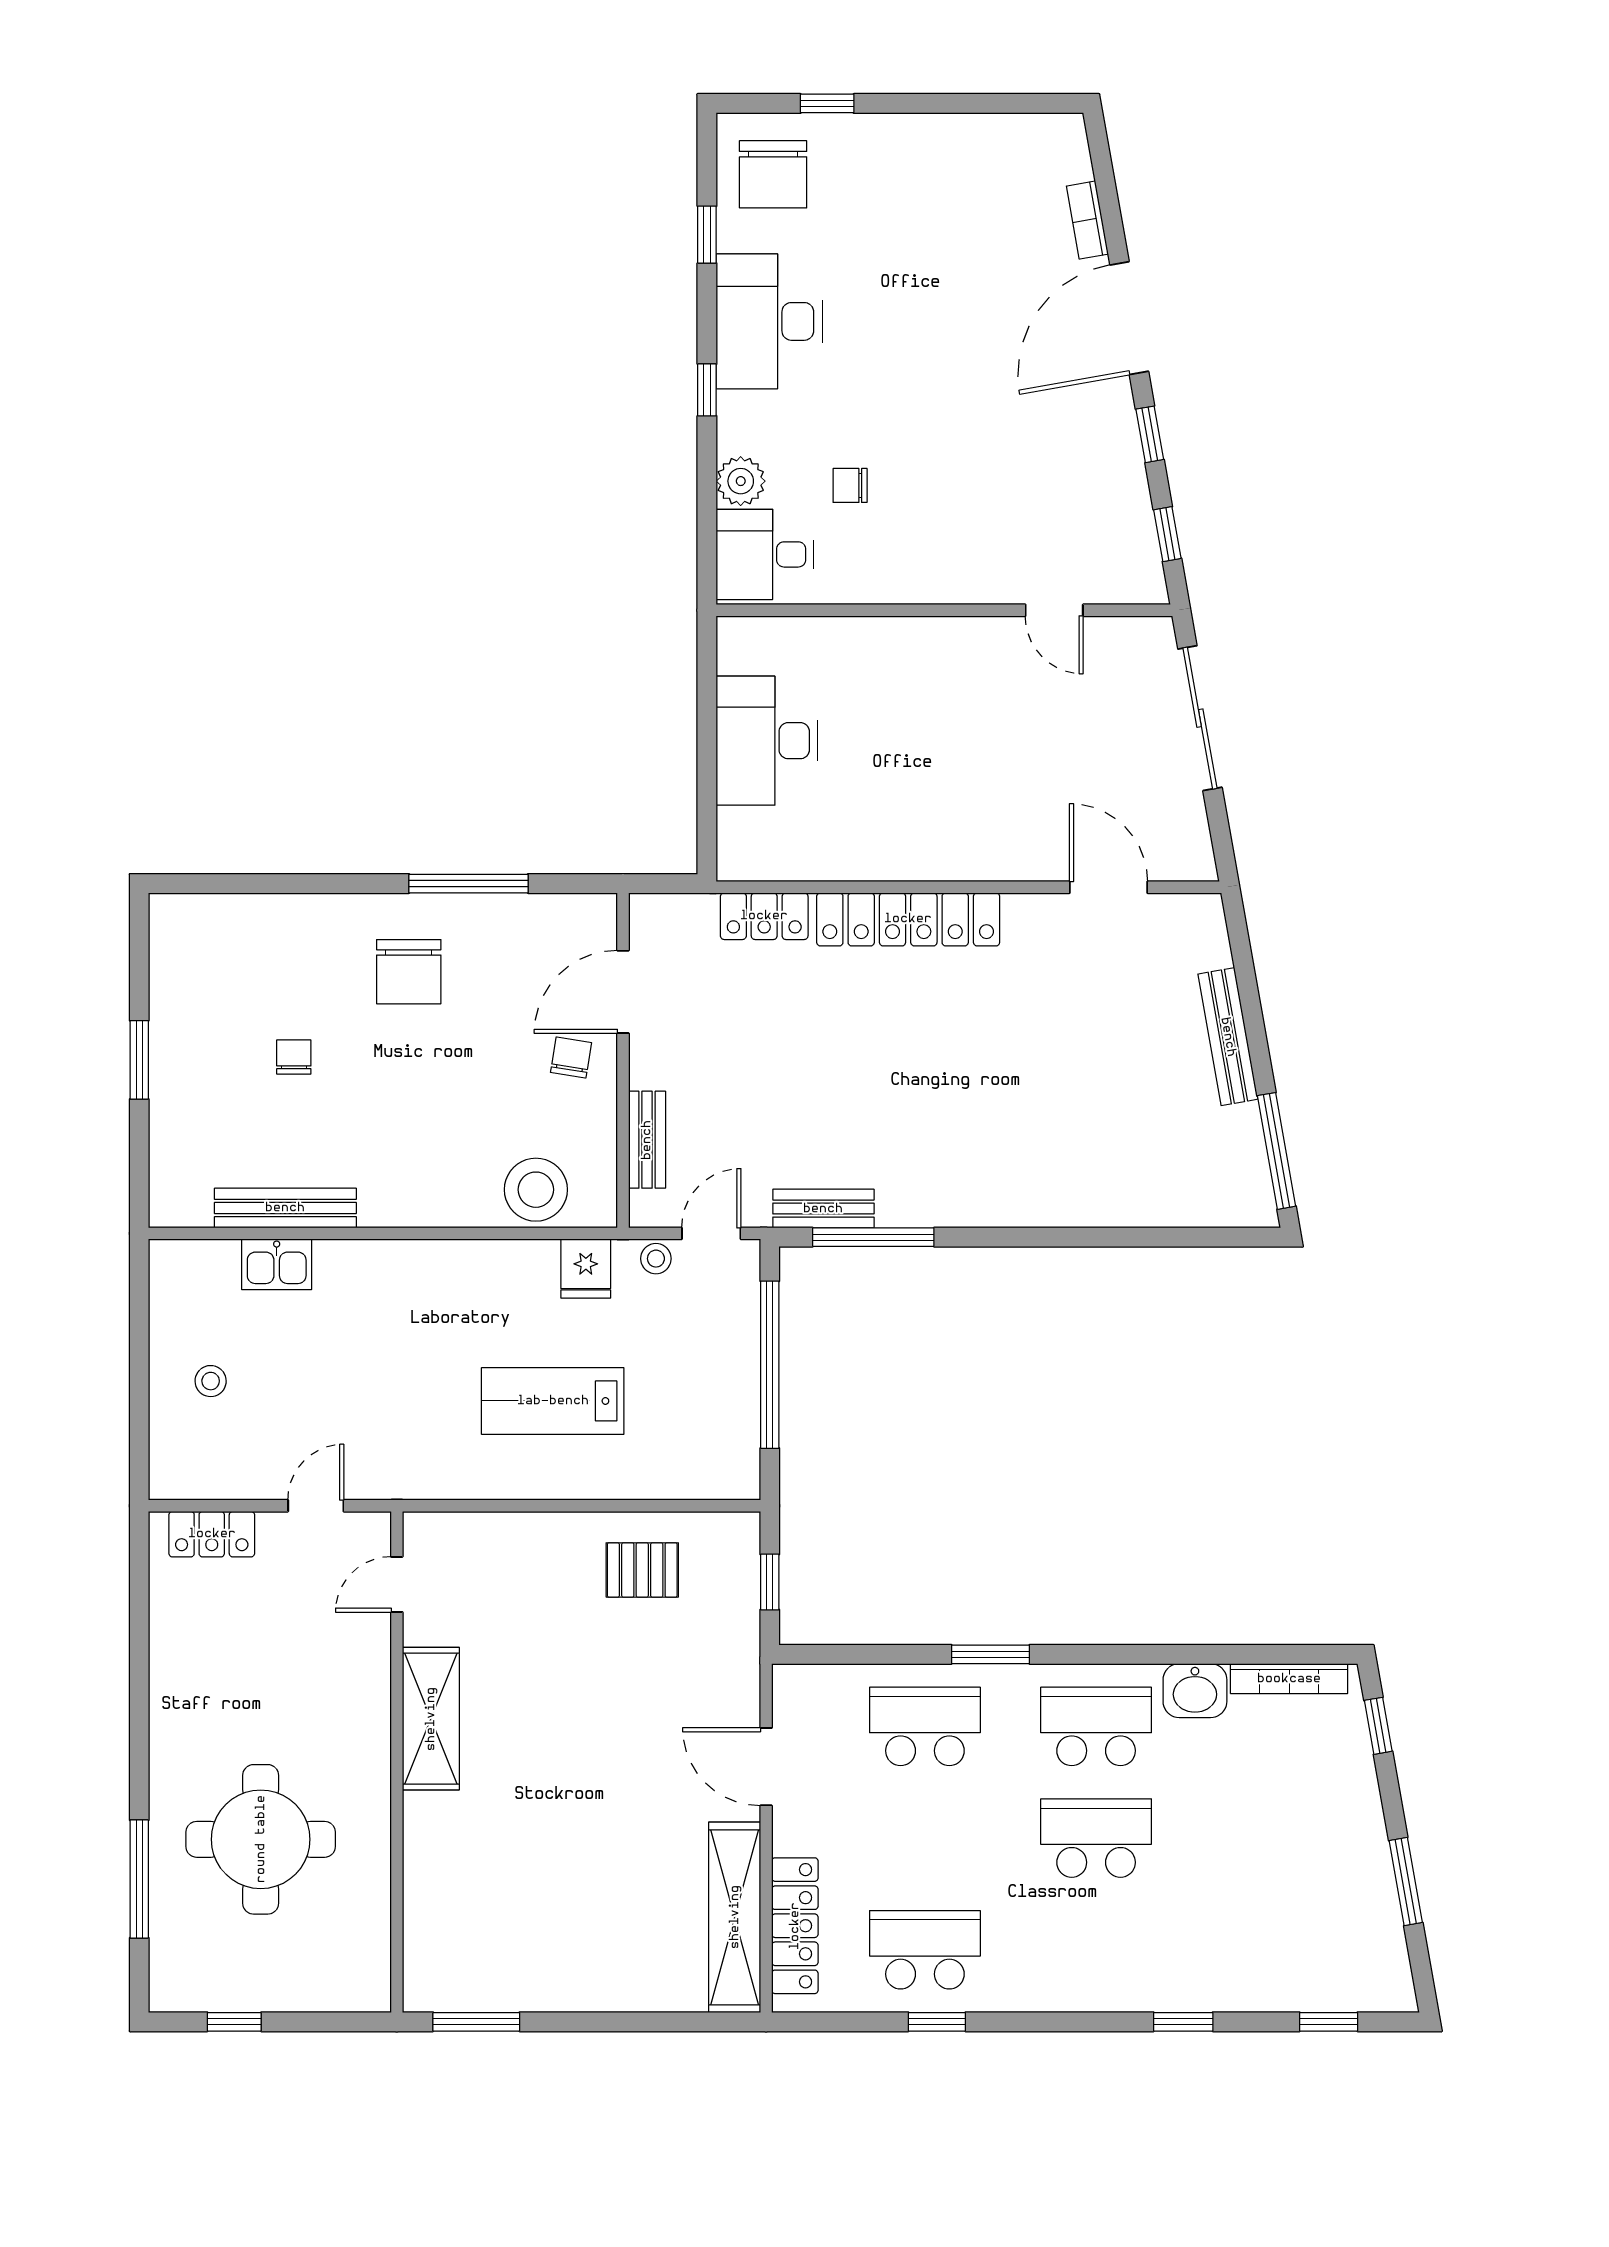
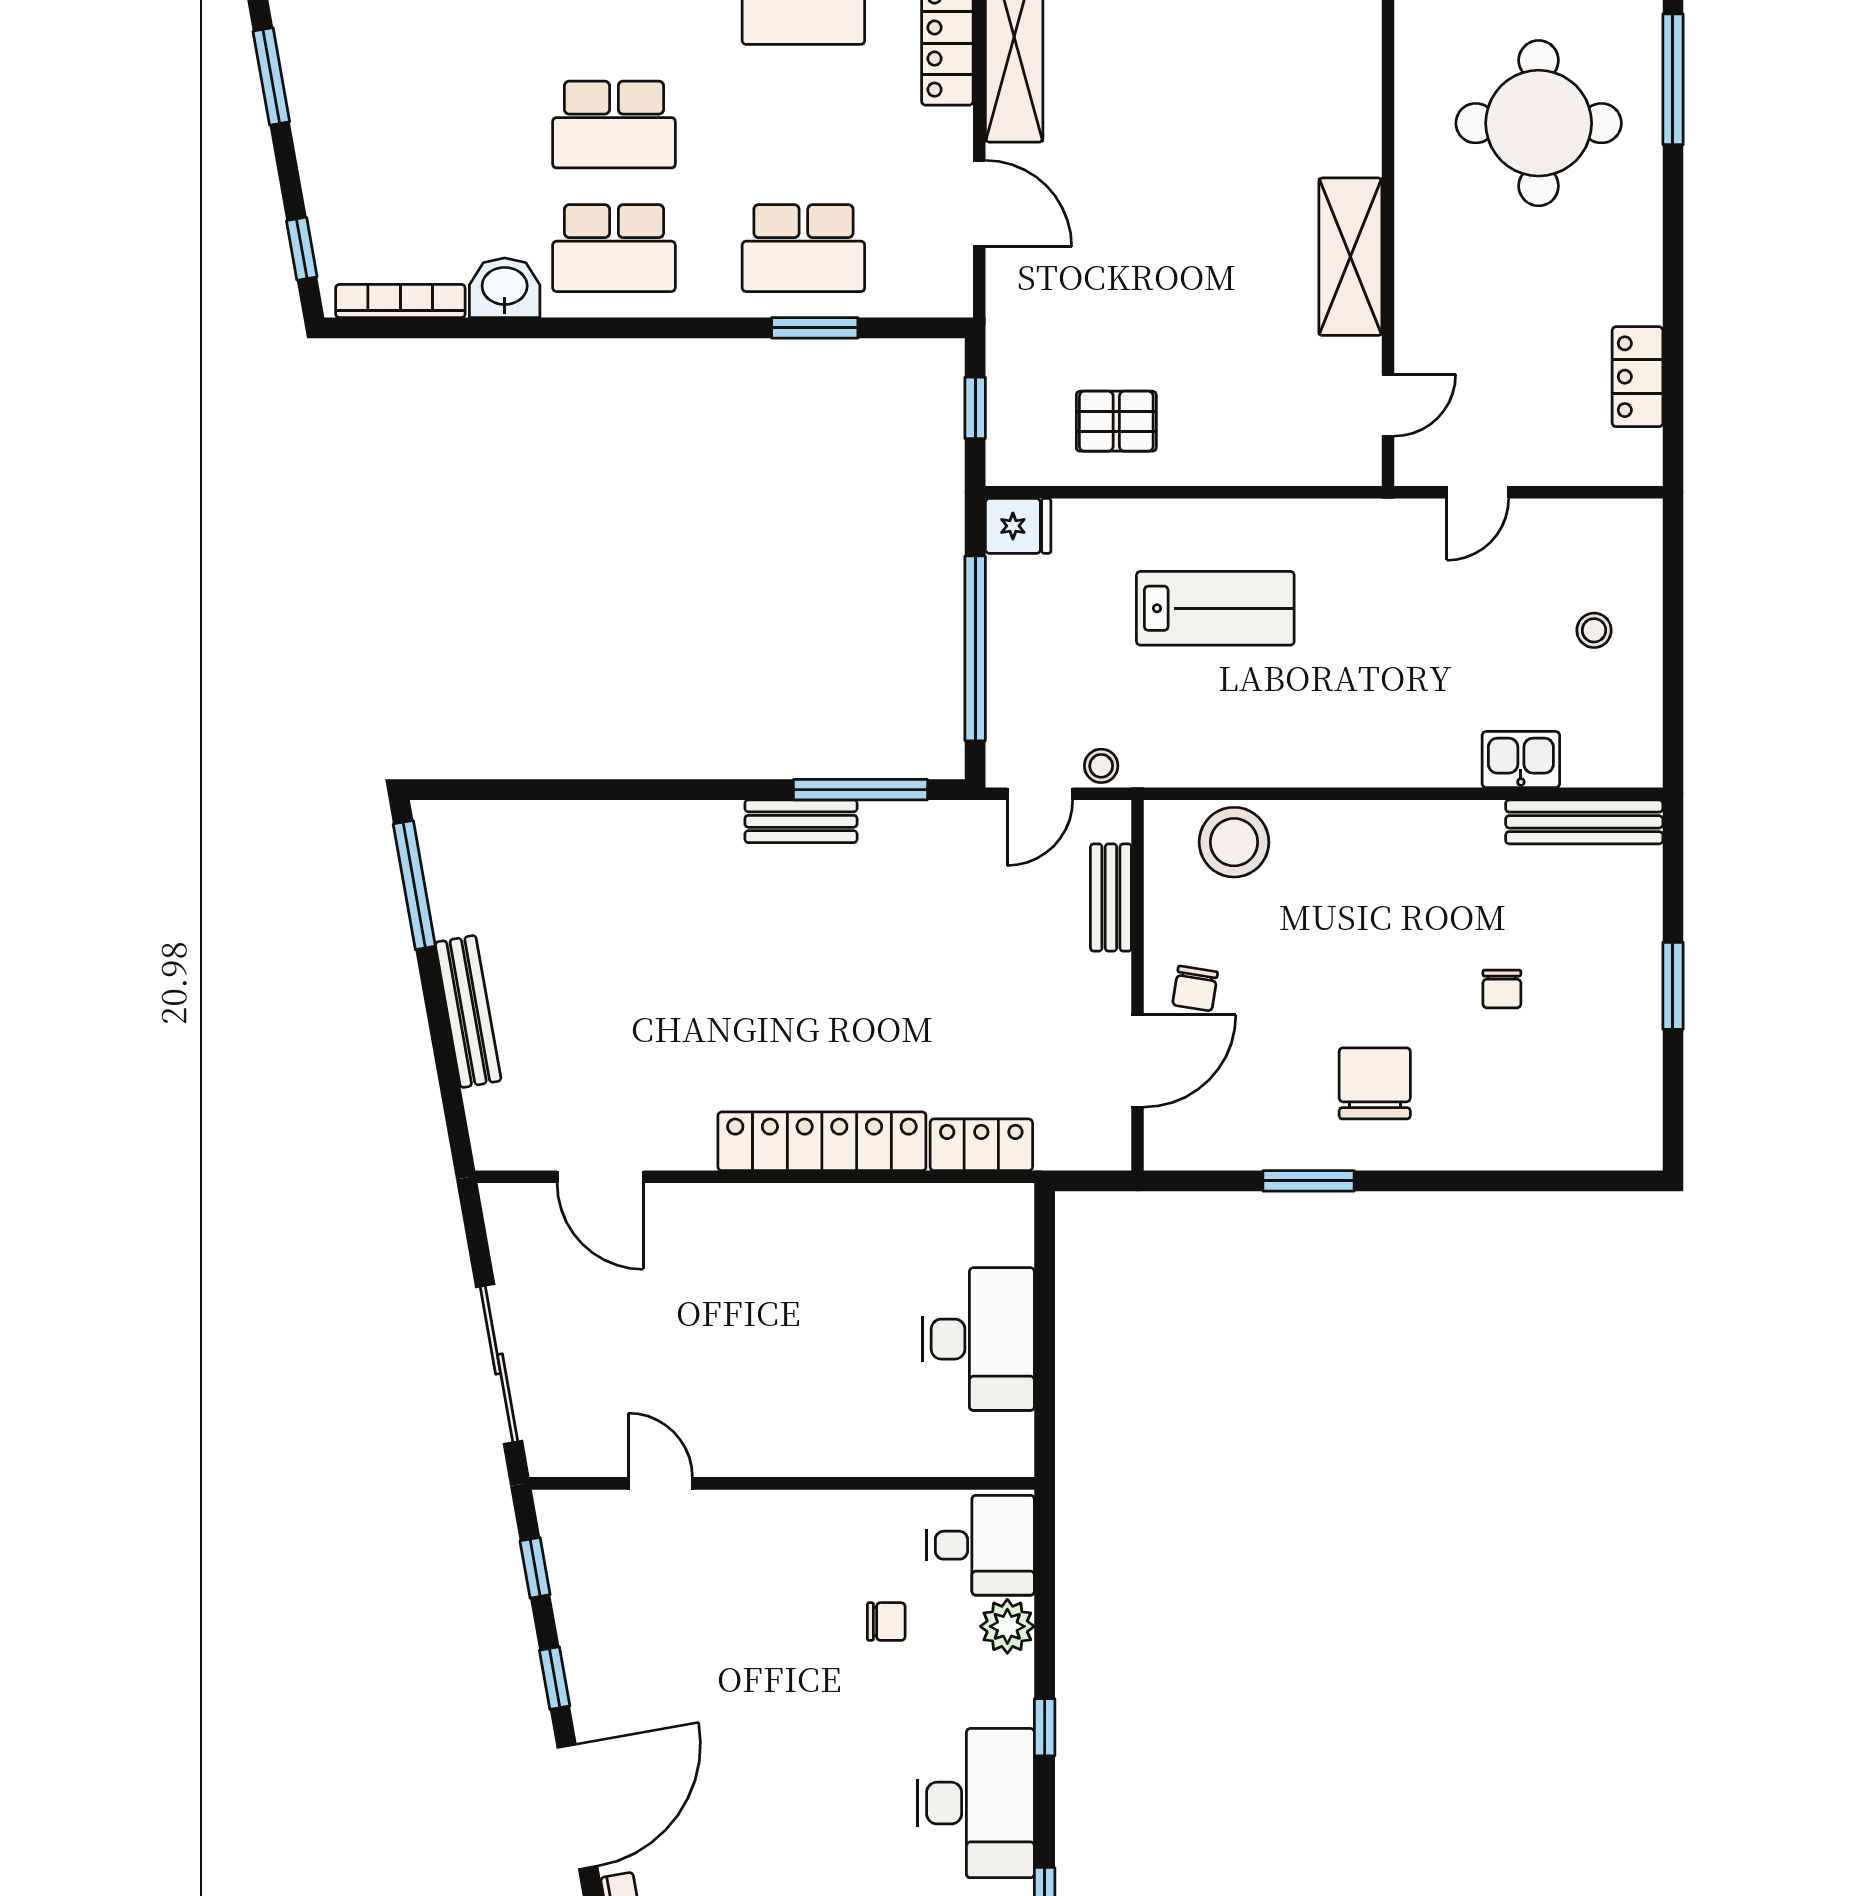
window: (468, 884) -> (1309, 1181), width x0.69
bench: (285, 1208) -> (1584, 822), moved
bench: (823, 1209) -> (801, 821), moved
fridge: (586, 1269) -> (1018, 526), moved, turned 90
locker: (212, 1534) -> (1637, 377), moved, turned -90
window: (990, 1654) -> (815, 328), moved

